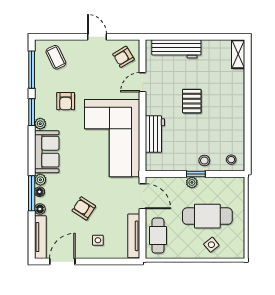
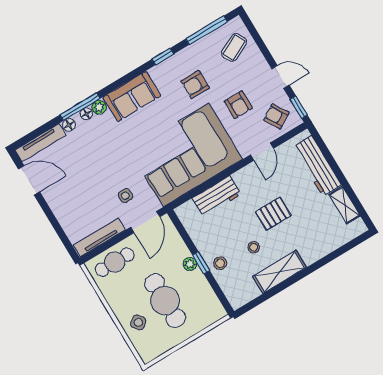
door: (97, 37) -> (280, 77), hinge flipped
window: (127, 37) -> (299, 107), added
shelving: (238, 54) -> (345, 205), moved, turned 90
door: (143, 82) -> (262, 152), swing flipped
window: (32, 112) -> (163, 57), width x0.67
shelving: (236, 122) -> (280, 272), added
plant: (40, 124) -> (156, 72), removed
stool: (231, 160) -> (254, 247), moved
armchair: (84, 208) -> (238, 105), moved, turned 147
side table: (98, 240) -> (125, 196), moved

